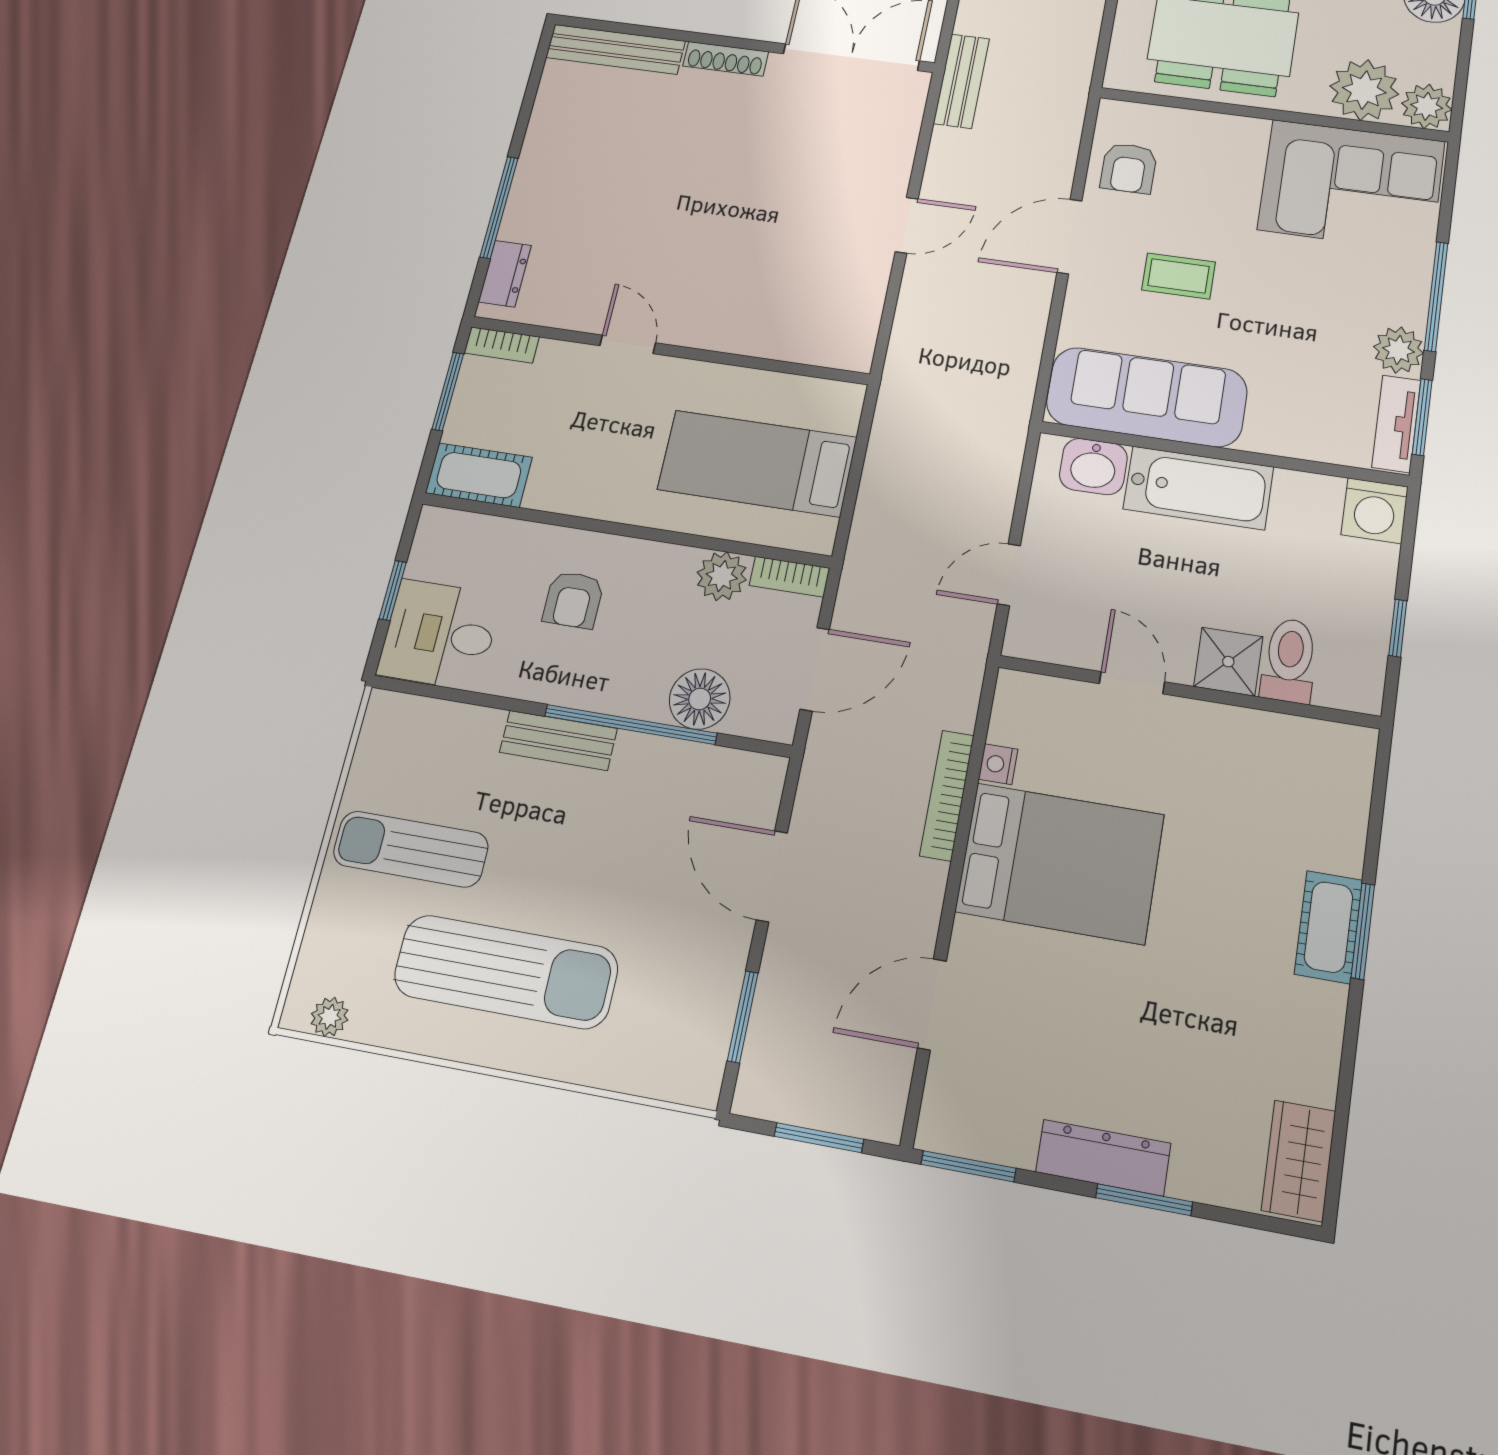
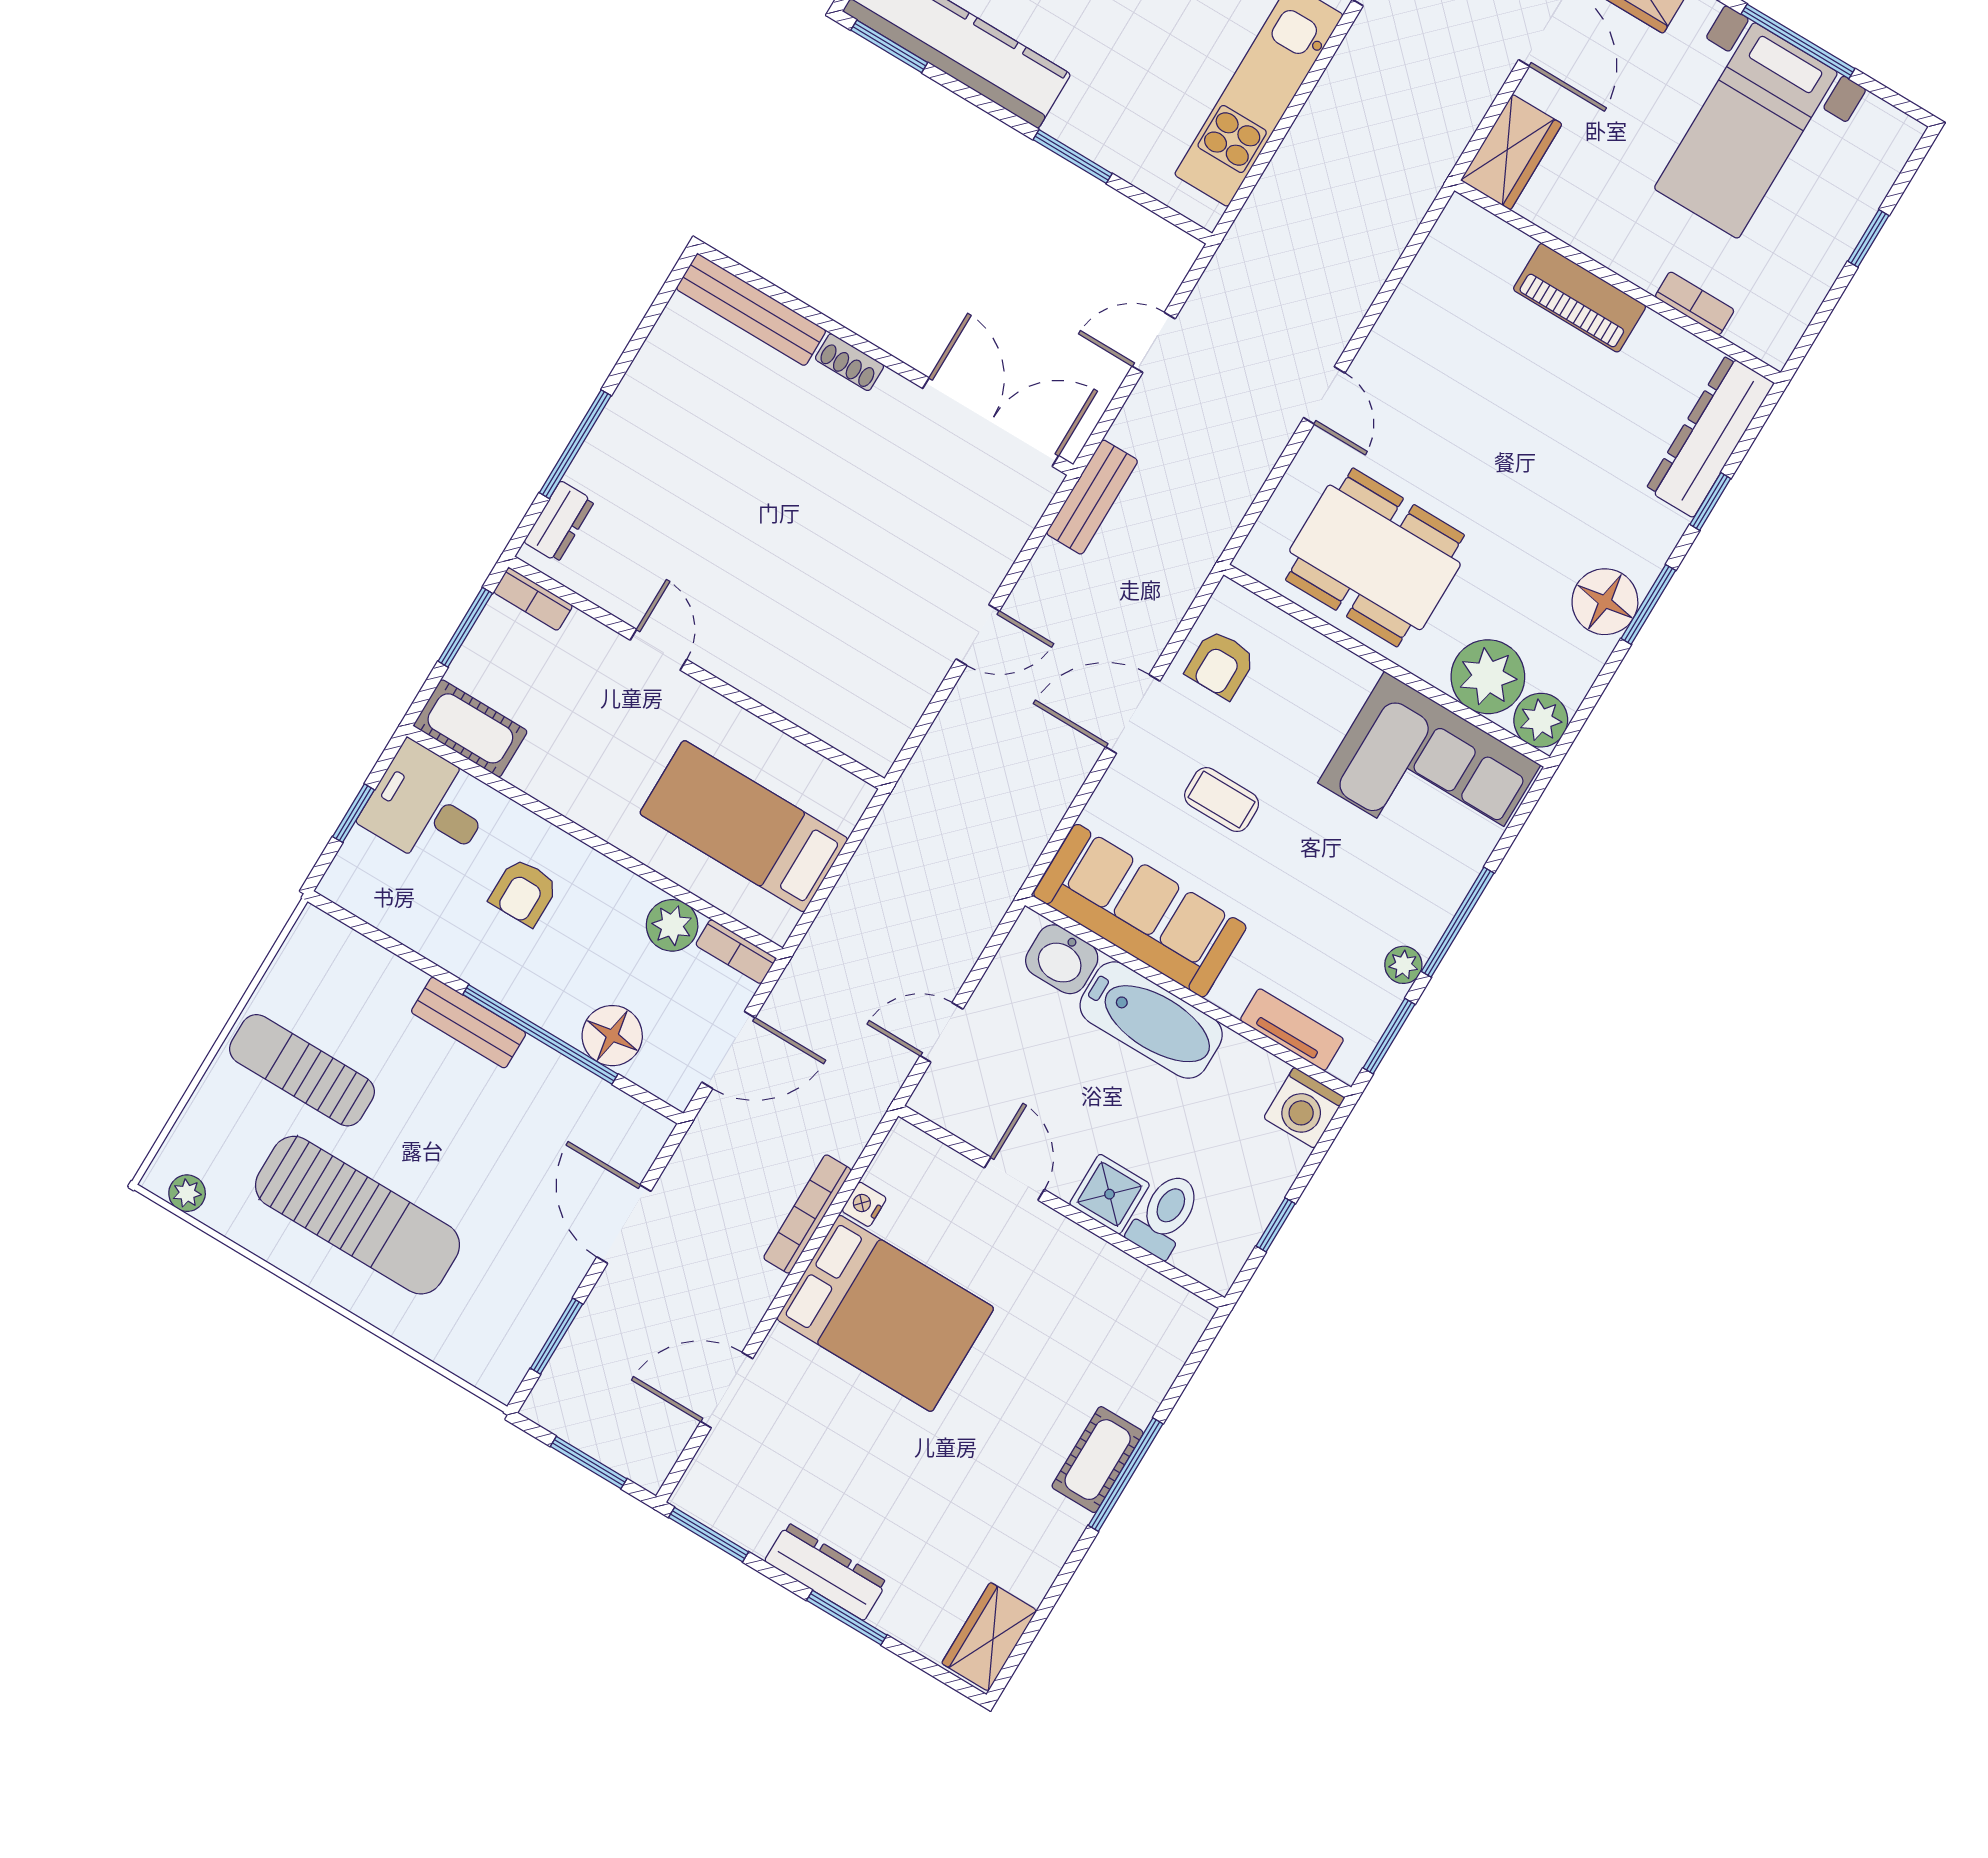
shoe rack: (726, 59) -> (849, 362), width x0.70
plant: (1399, 350) -> (1403, 965), width x0.73, depth x0.73
tv unit: (1396, 424) -> (1292, 1030), moved, turned 90
desk: (440, 634) -> (427, 807), moved
window: (1363, 931) -> (1126, 1475), width x1.44

